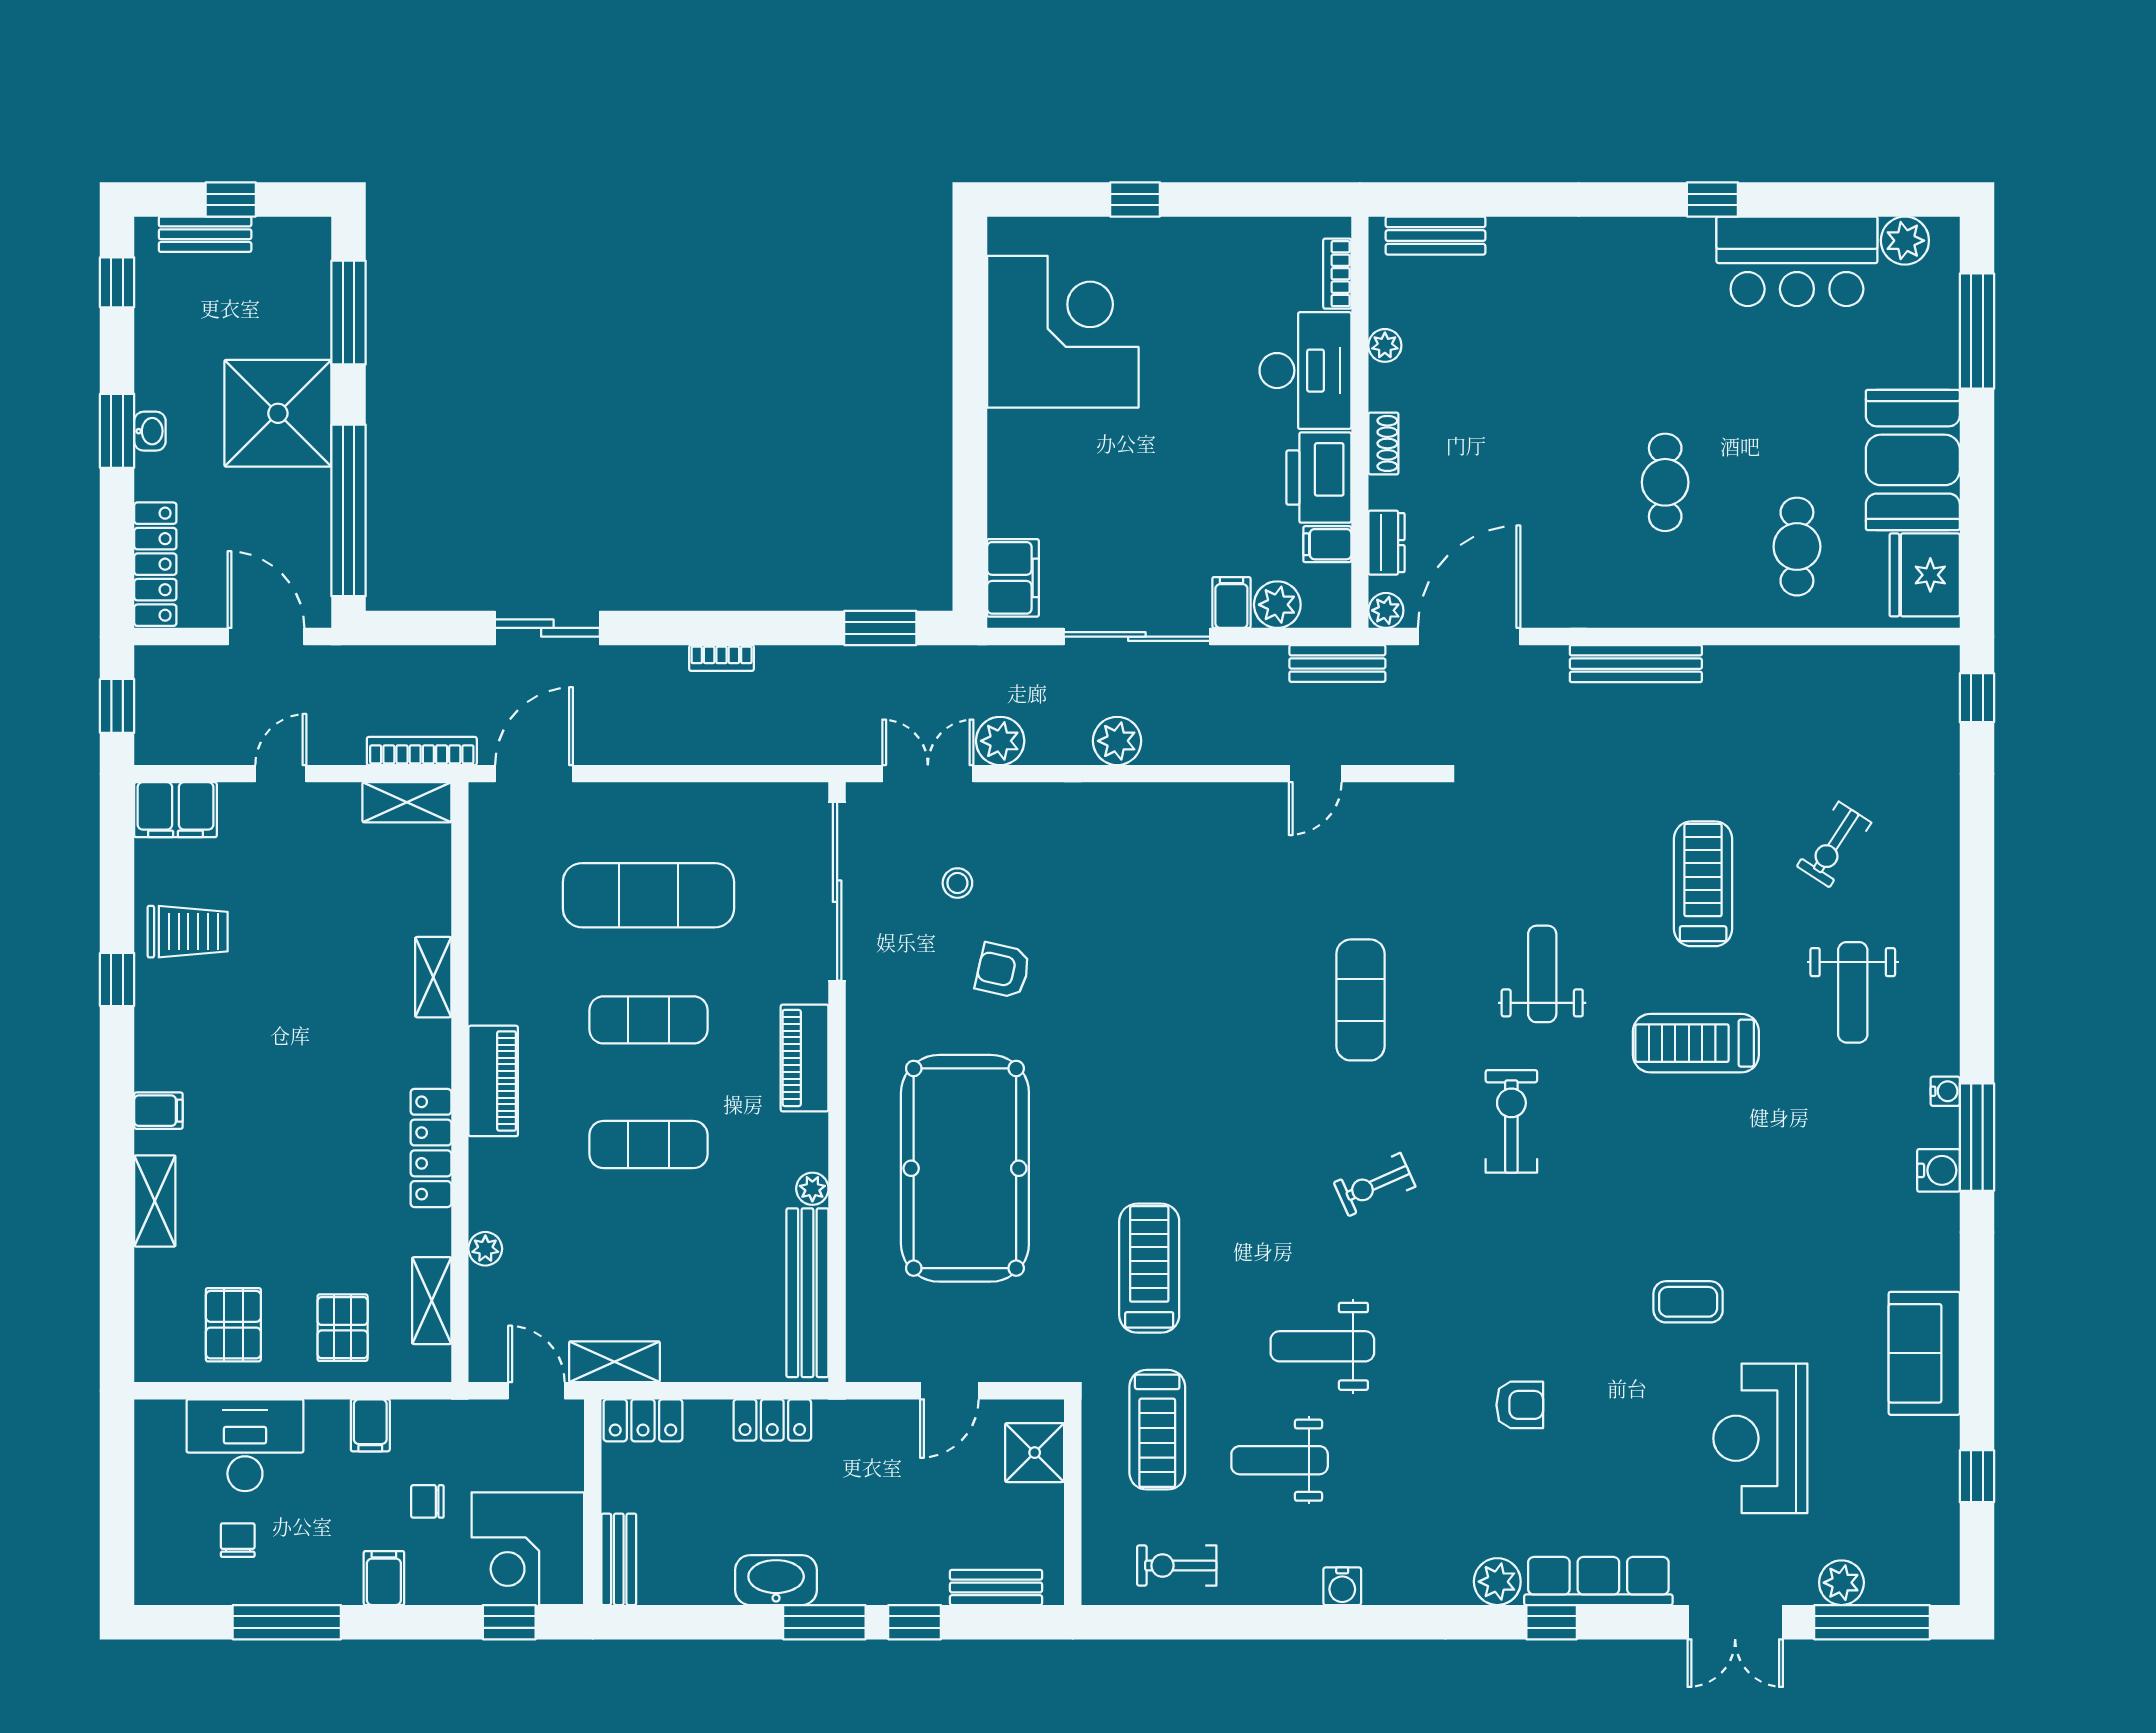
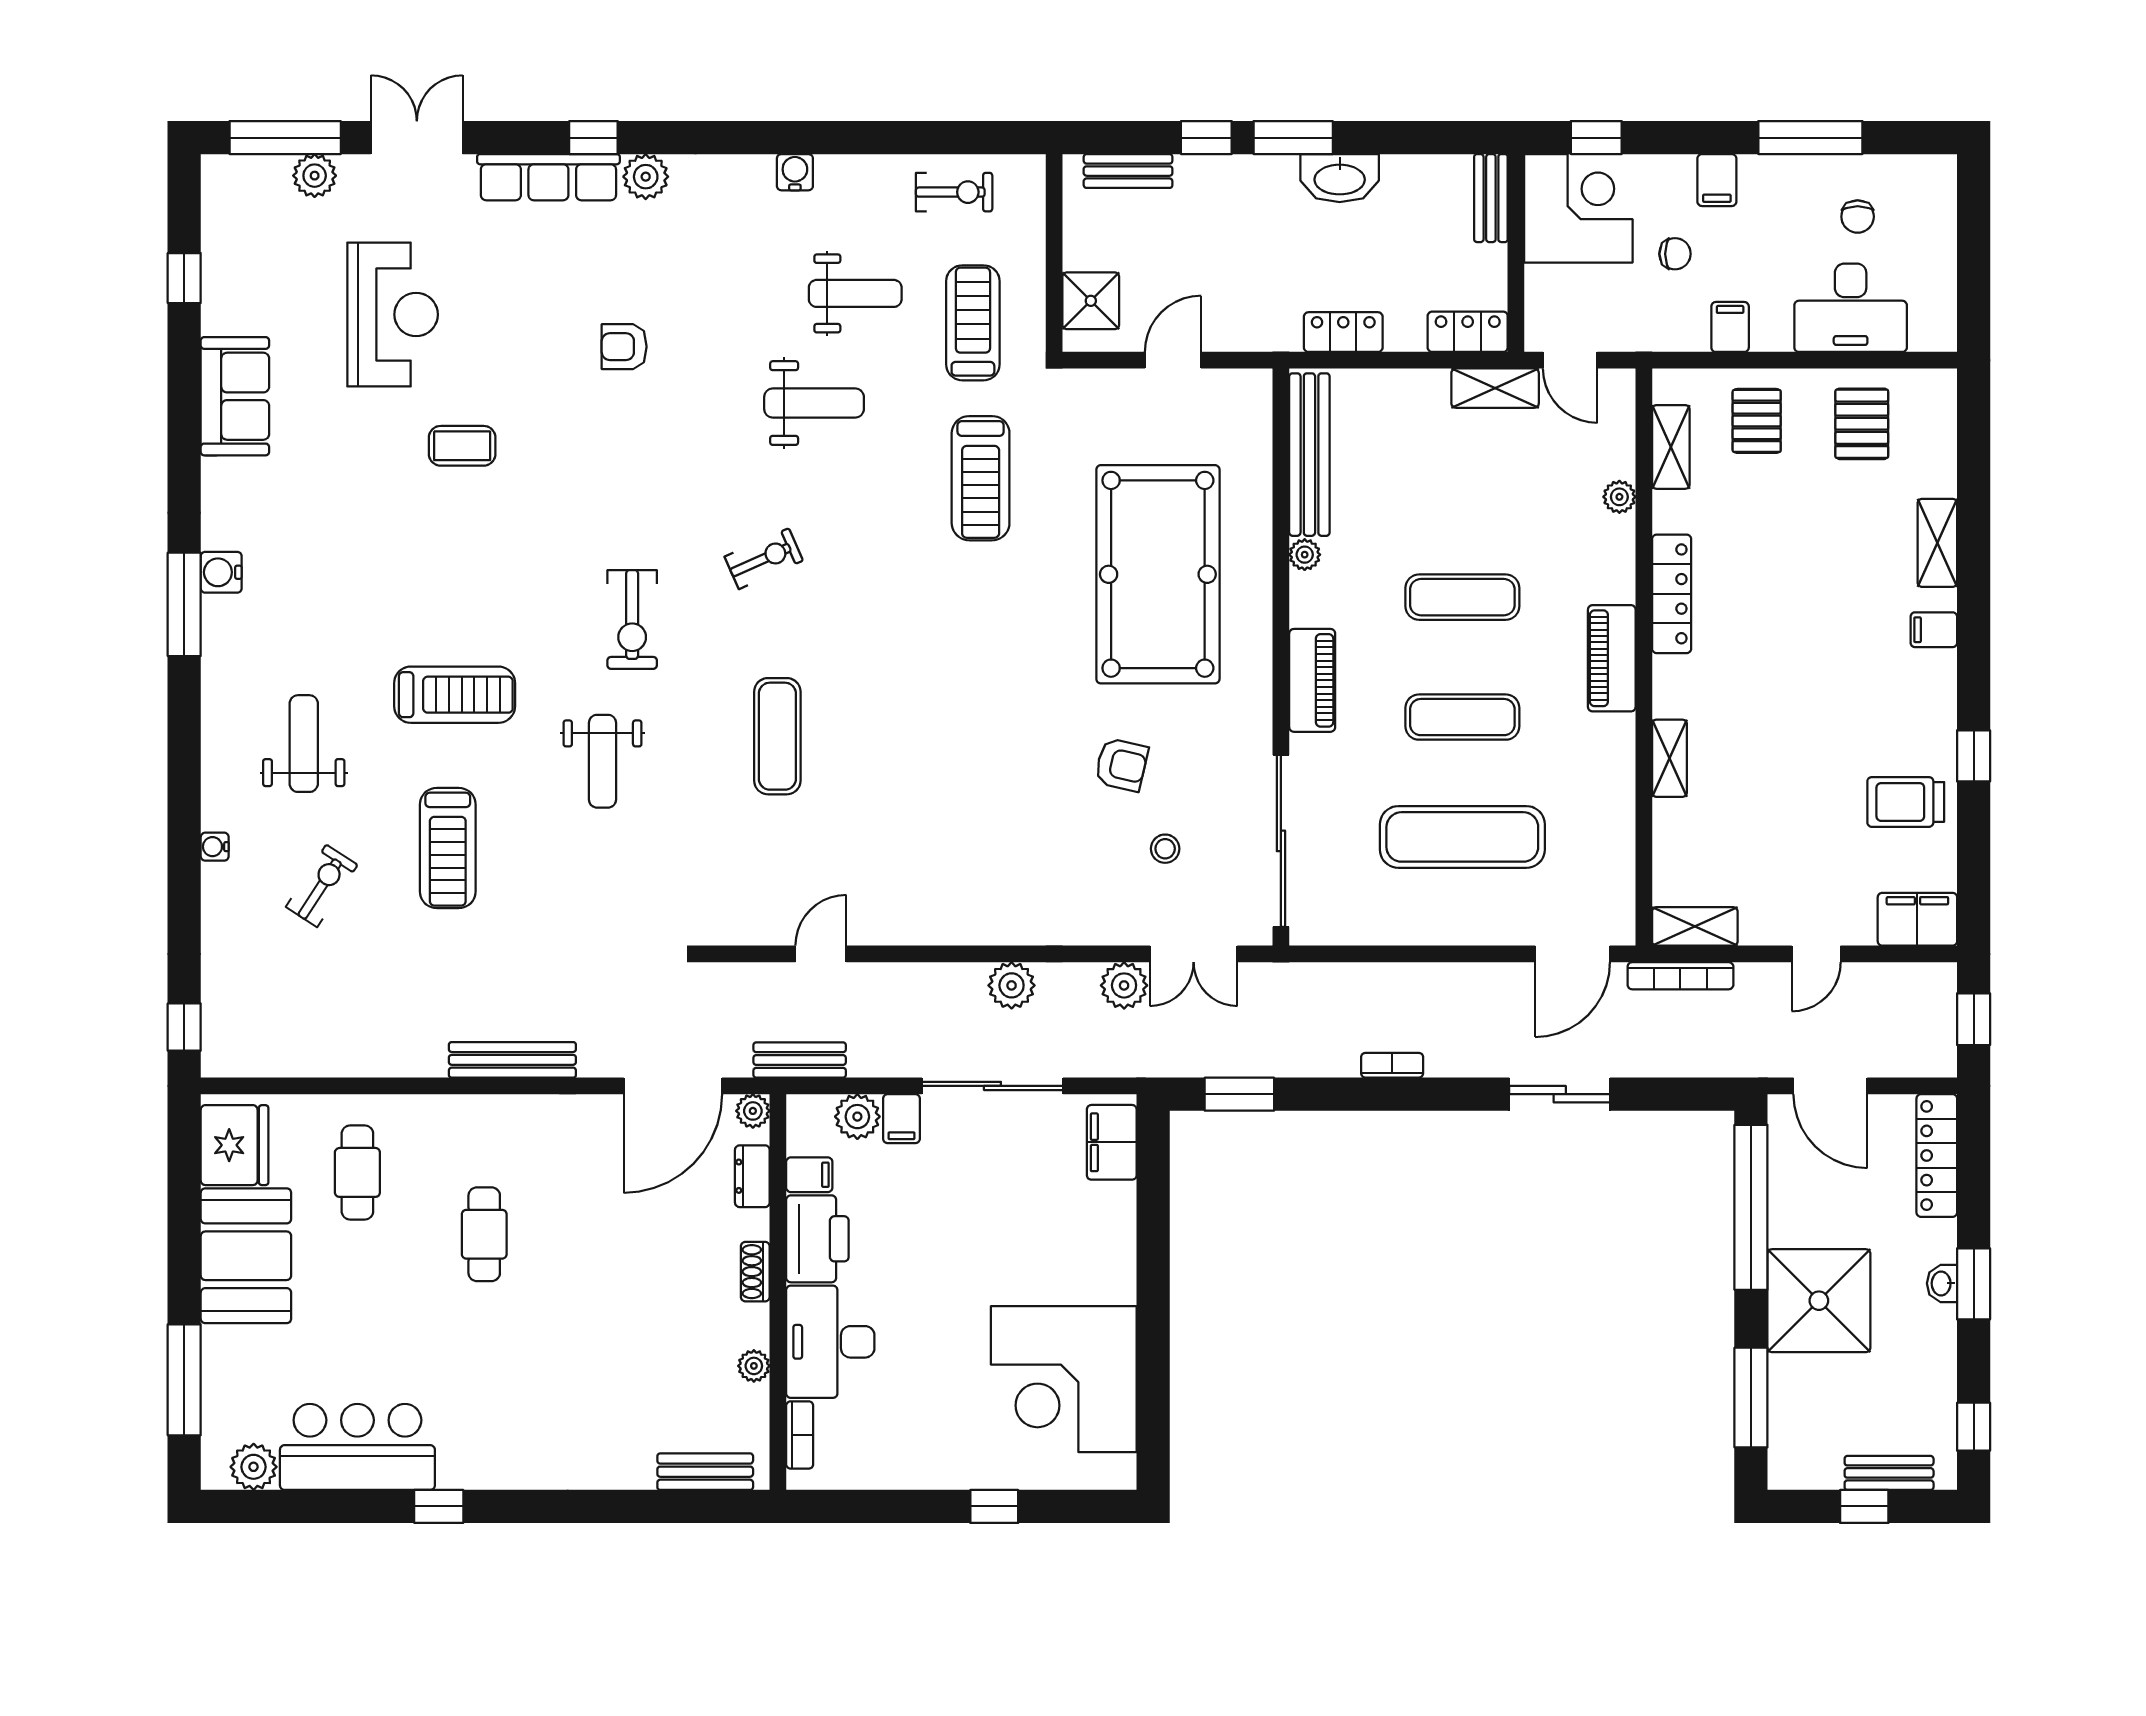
water cooler: (1945, 1091) -> (215, 847), moved

